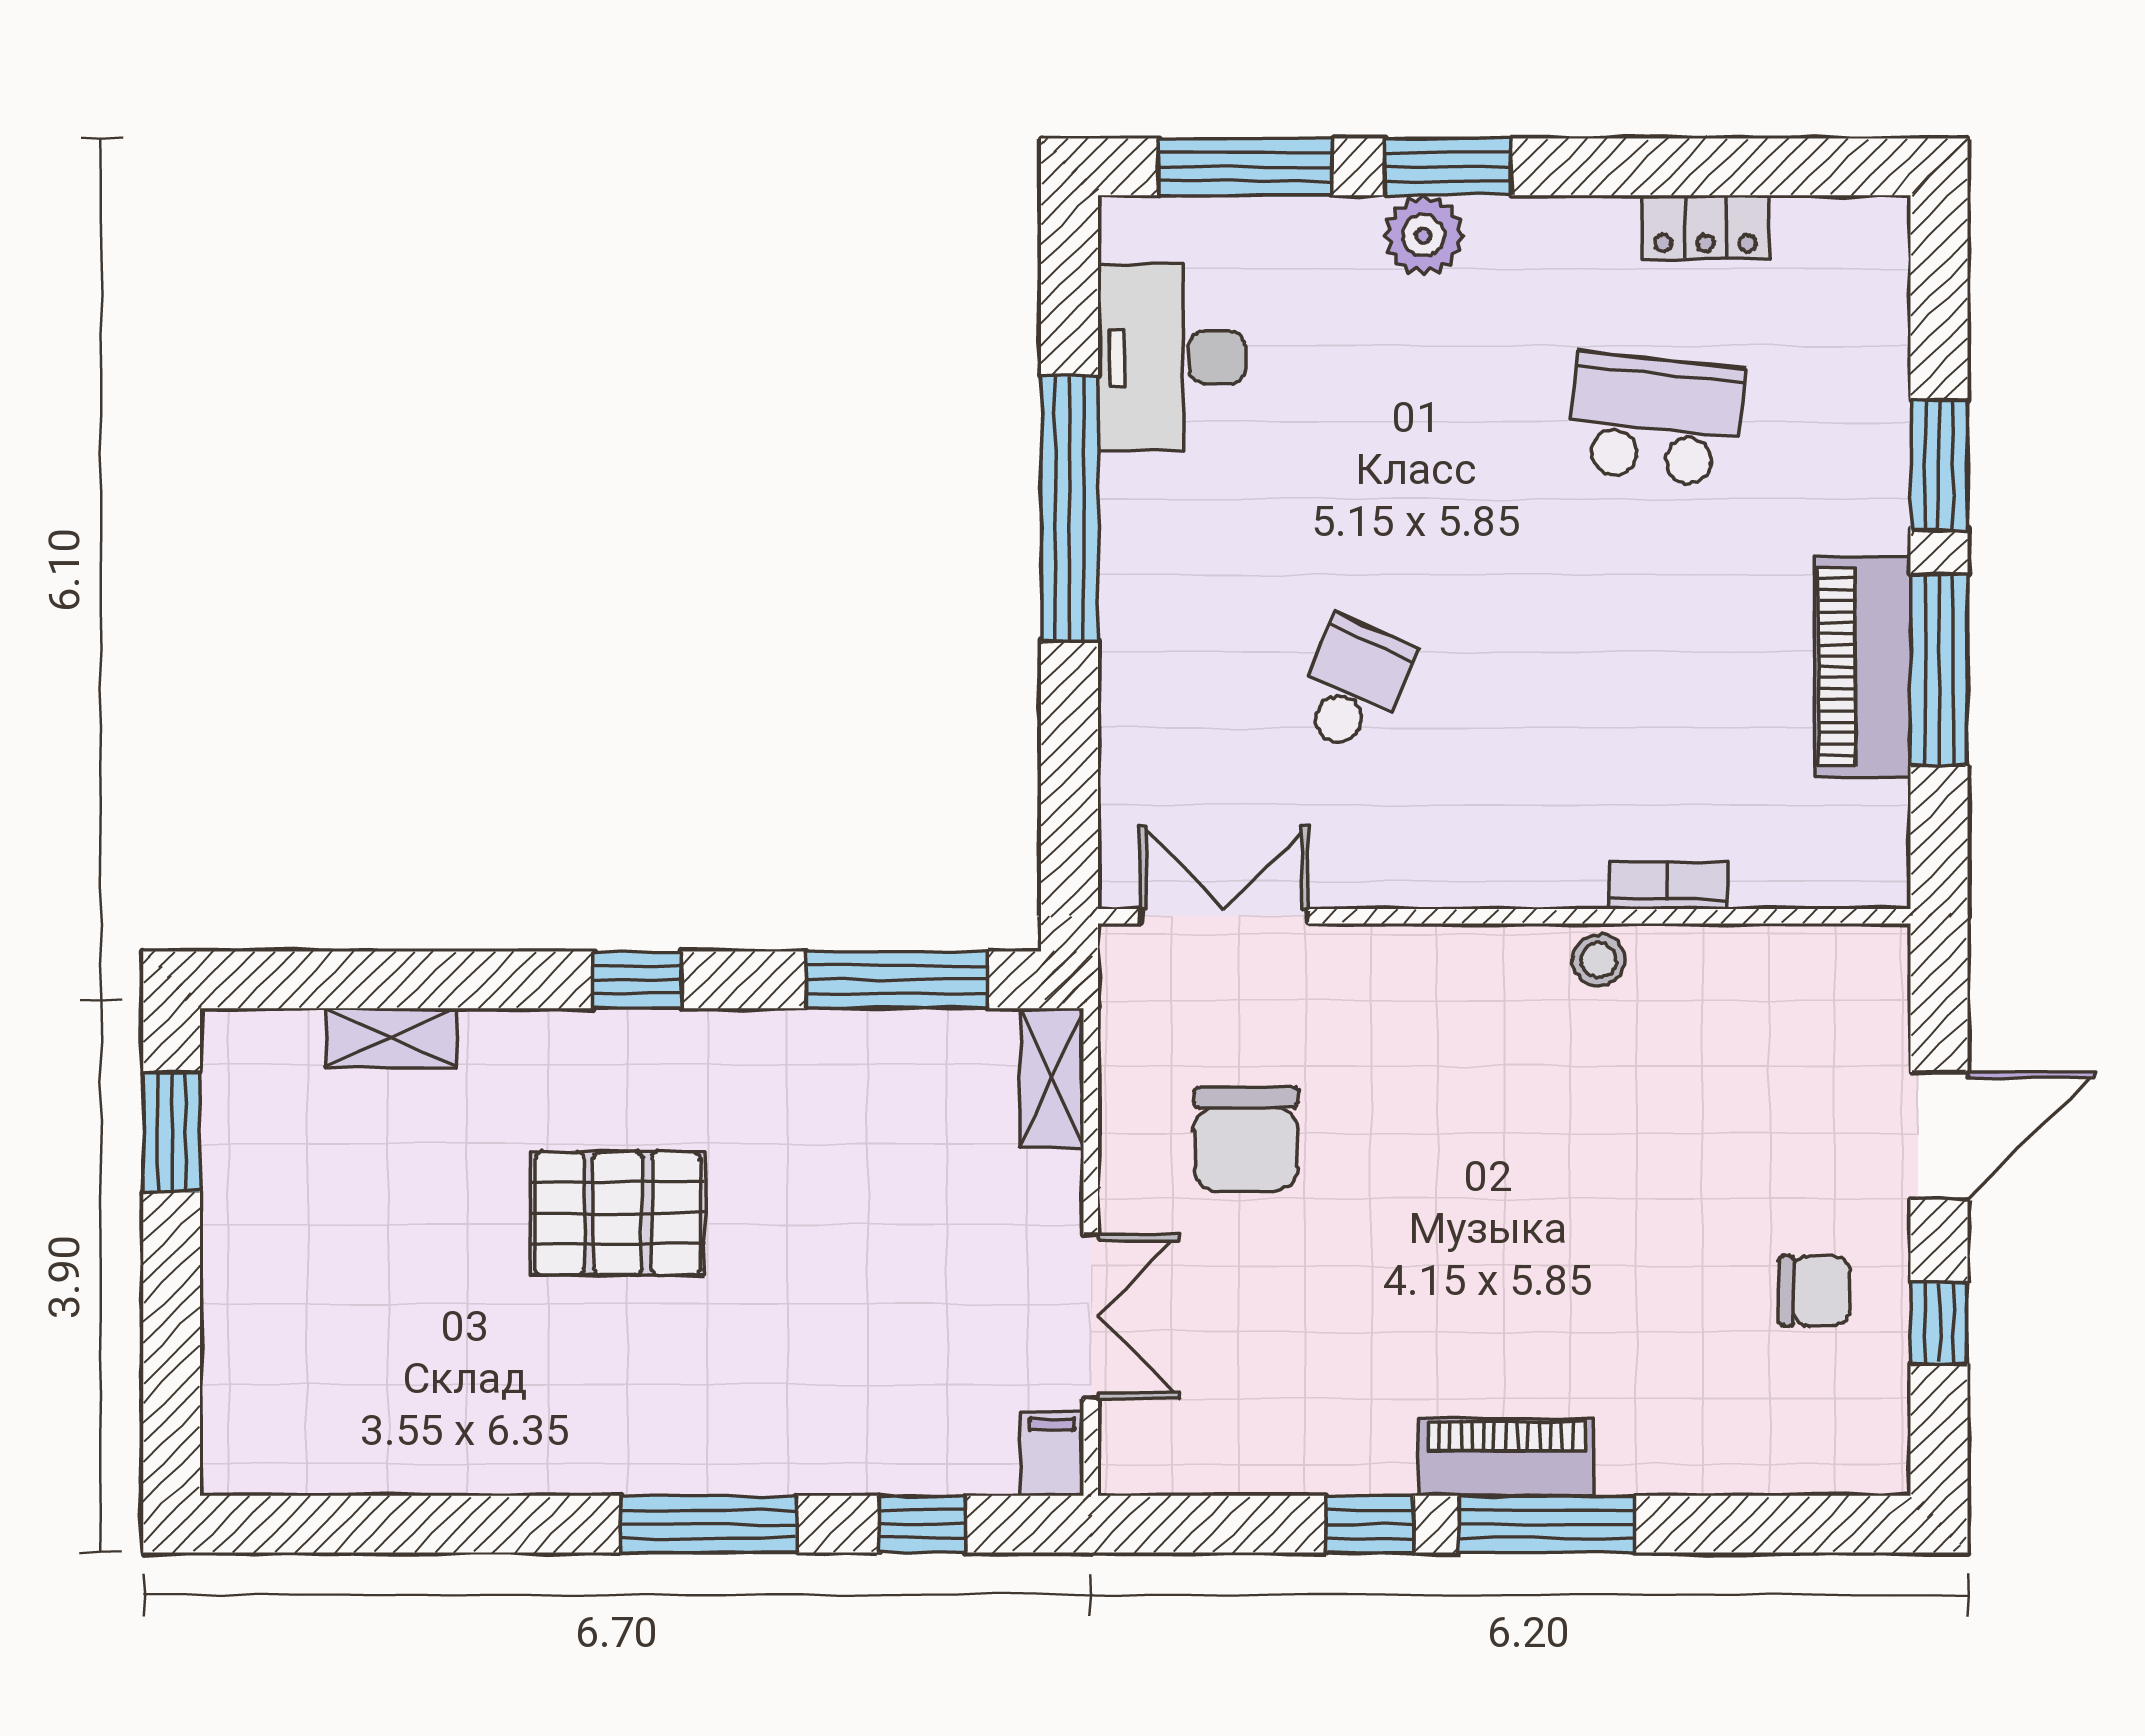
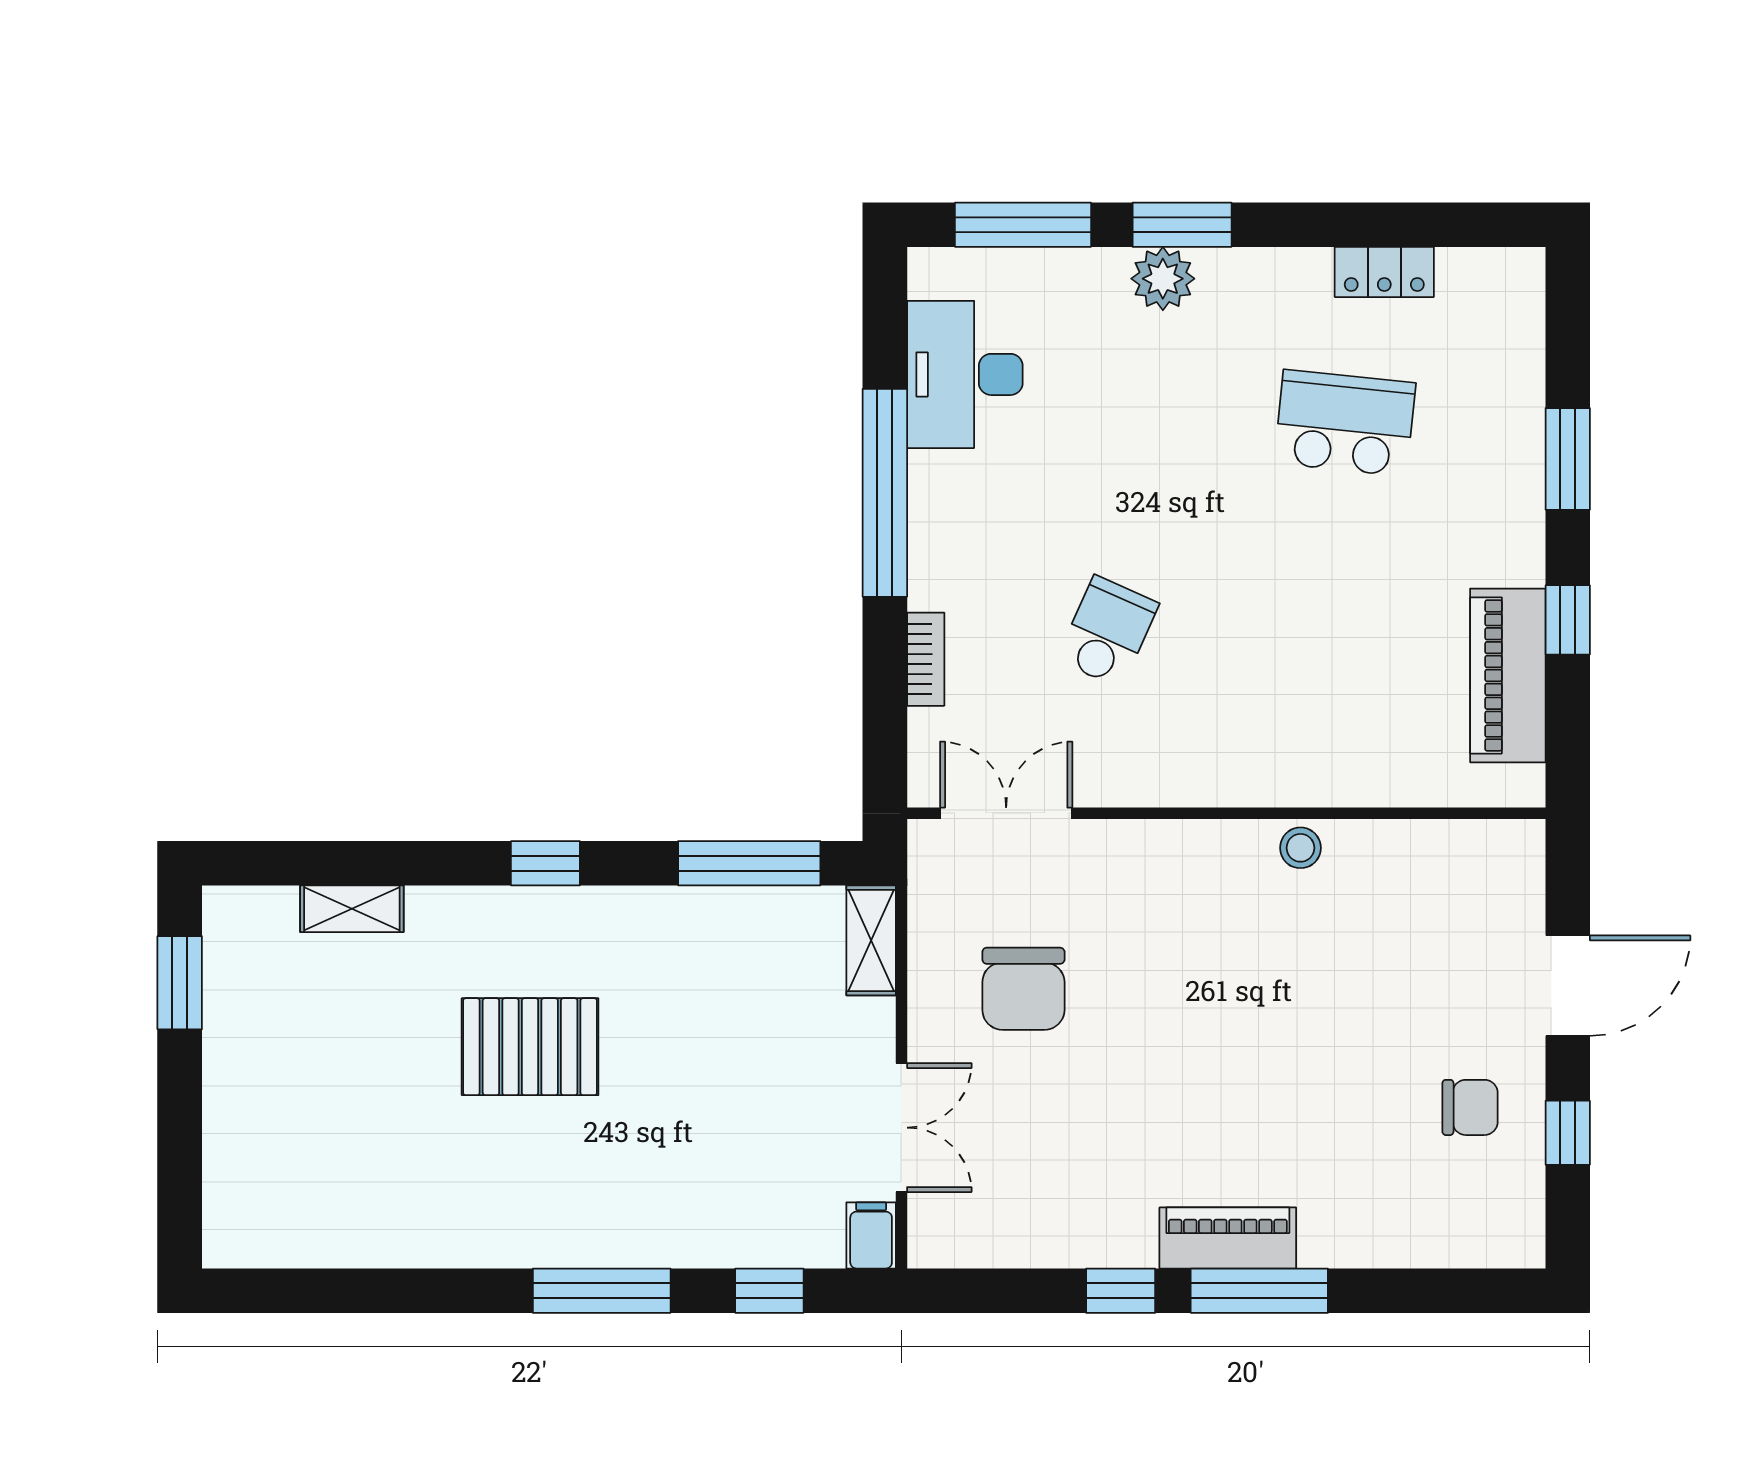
piano: (1863, 667) -> (1508, 675), moved
window: (1939, 670) -> (1568, 620), width x0.46
bookcase: (1668, 885) -> (926, 659), moved, turned 90

